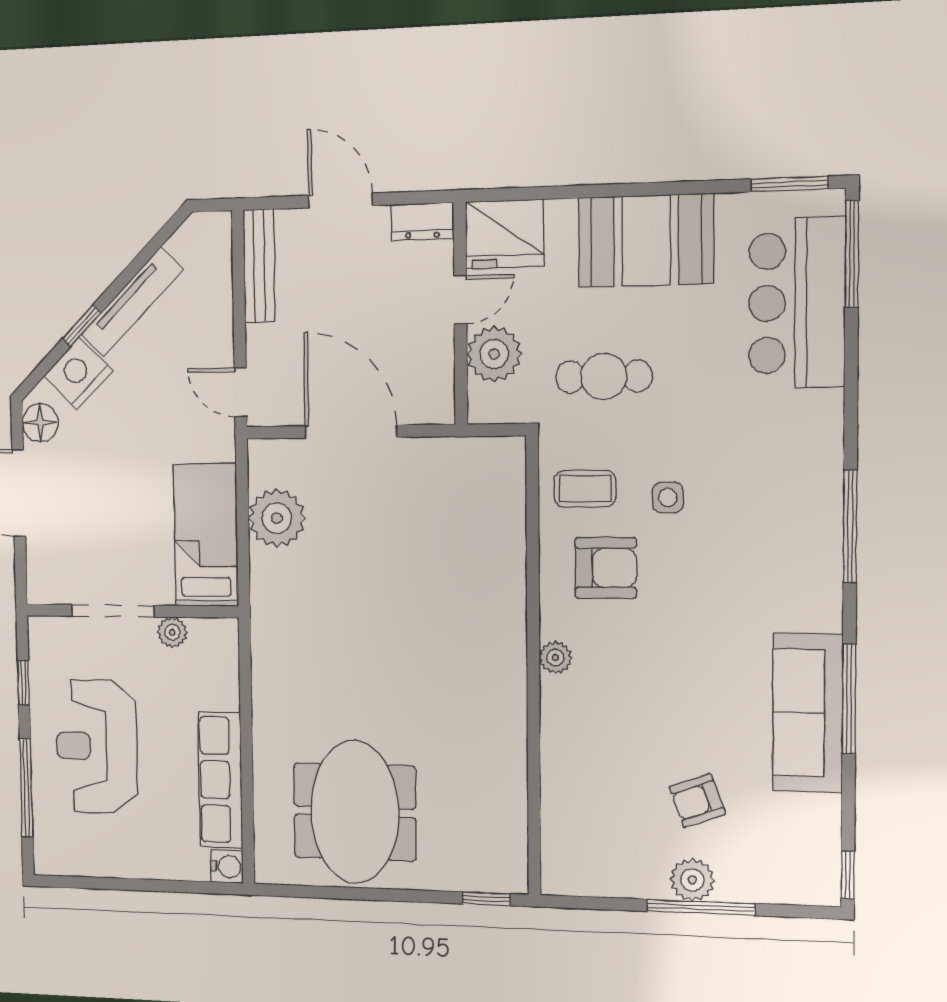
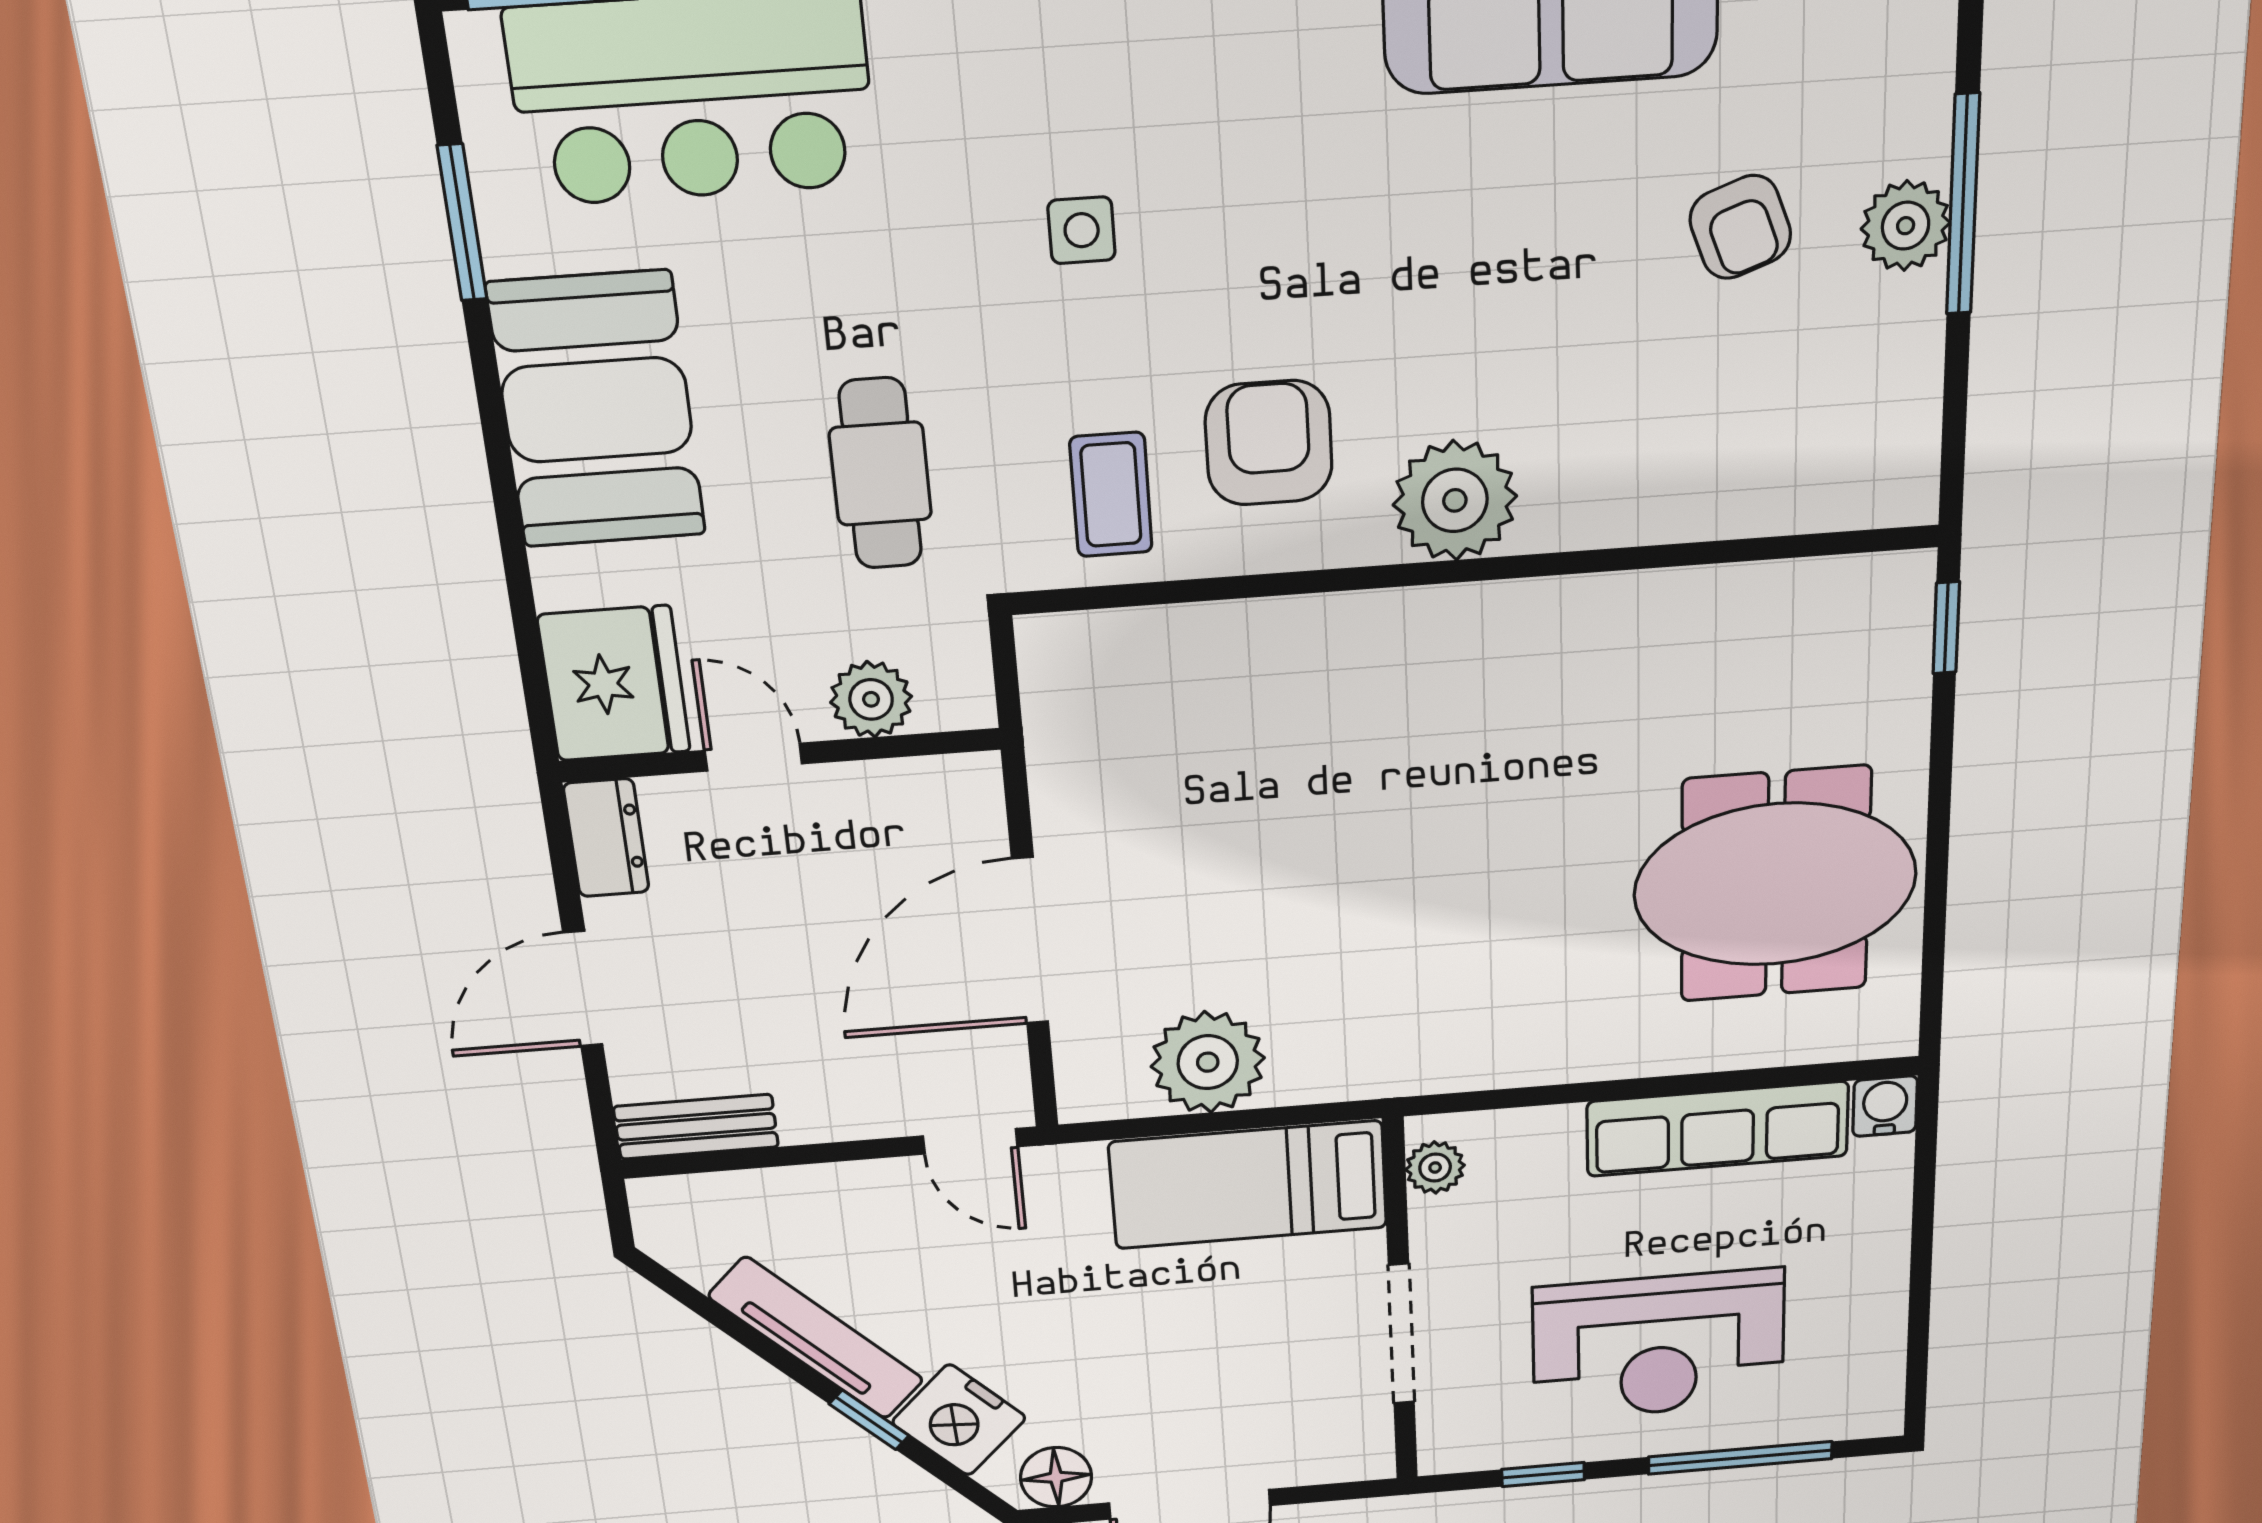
window: (789, 184) -> (462, 223), moved
bench: (259, 266) -> (696, 1127), width x0.73
plant: (494, 354) -> (871, 699), width x0.73, depth x0.73
door: (241, 392) -> (970, 1141), hinge flipped
side table: (668, 498) -> (1082, 230), moved
plant: (172, 632) -> (1435, 1167), moved
plant: (555, 657) -> (1455, 500), width x1.87, depth x1.87

